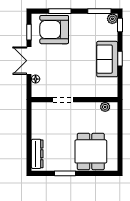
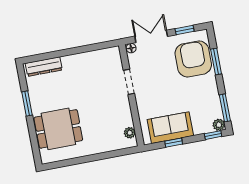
doorway: (63, 100) -> (129, 82), moved
wall: (74, 100) -> (131, 95), moved
plant: (105, 107) -> (130, 133), moved

